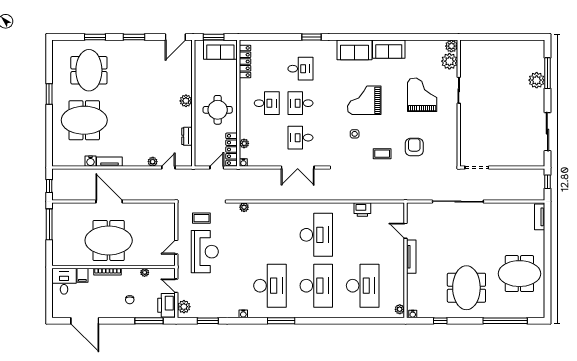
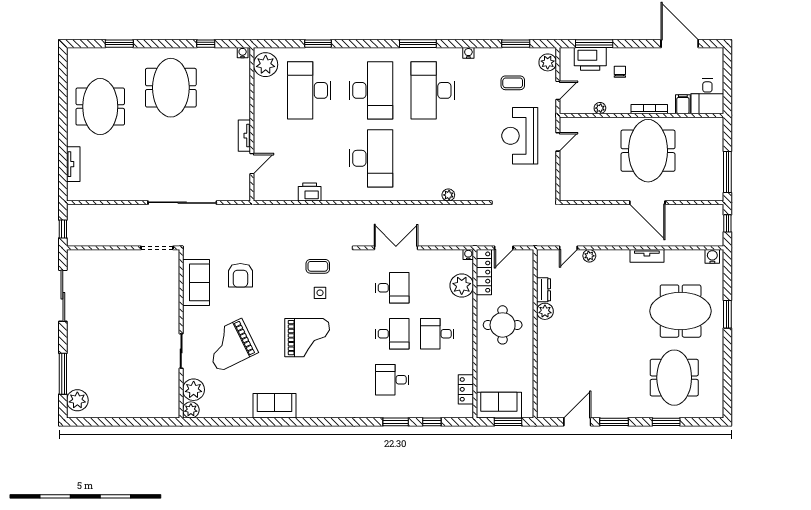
door: (175, 37) -> (577, 422), moved
window: (271, 37) -> (432, 422), added
window: (311, 37) -> (396, 422), moved
sofa: (354, 50) -> (196, 282), moved, turned 90
locker: (245, 62) -> (466, 389), width x0.66
plant: (537, 80) -> (77, 400), moved
window: (49, 94) -> (727, 314), moved
grand piano: (422, 95) -> (230, 345), turned 64
plant: (186, 101) -> (545, 311), moved
plant: (244, 143) -> (462, 286), width x1.88, depth x1.88
coffee table: (382, 154) -> (318, 266), moved
water cooler: (91, 161) -> (712, 256), moved
plant: (244, 207) -> (448, 195), moved
tv unit: (540, 217) -> (73, 164), moved
coffee table: (201, 218) -> (513, 83), moved
door: (406, 231) -> (252, 164), hinge flipped
desk: (316, 235) -> (371, 158), turned 180
meeting table: (109, 240) -> (648, 151), turned 90
tv unit: (411, 257) -> (244, 136), width x0.71
meeting table: (519, 274) -> (100, 107), turned 90
door: (176, 286) -> (558, 90), hinge flipped
desk: (316, 286) -> (371, 90), turned 180
printer: (167, 305) -> (590, 59), moved, turned 90
plant: (400, 309) -> (266, 65), width x1.88, depth x1.88
window: (356, 321) -> (318, 44), added
window: (505, 321) -> (119, 44), width x0.47

